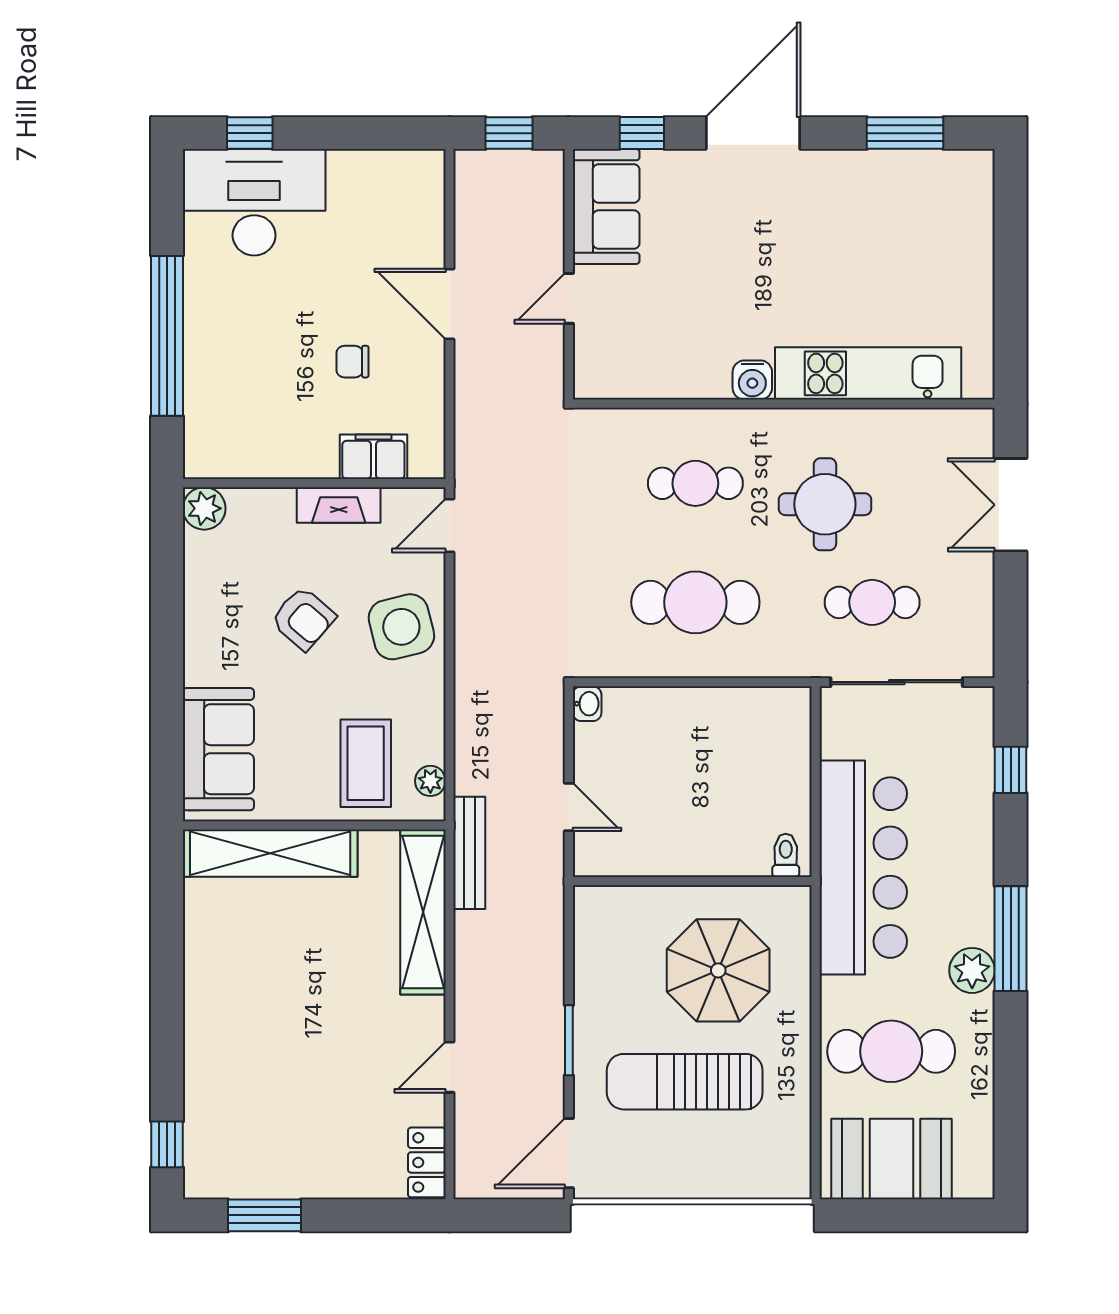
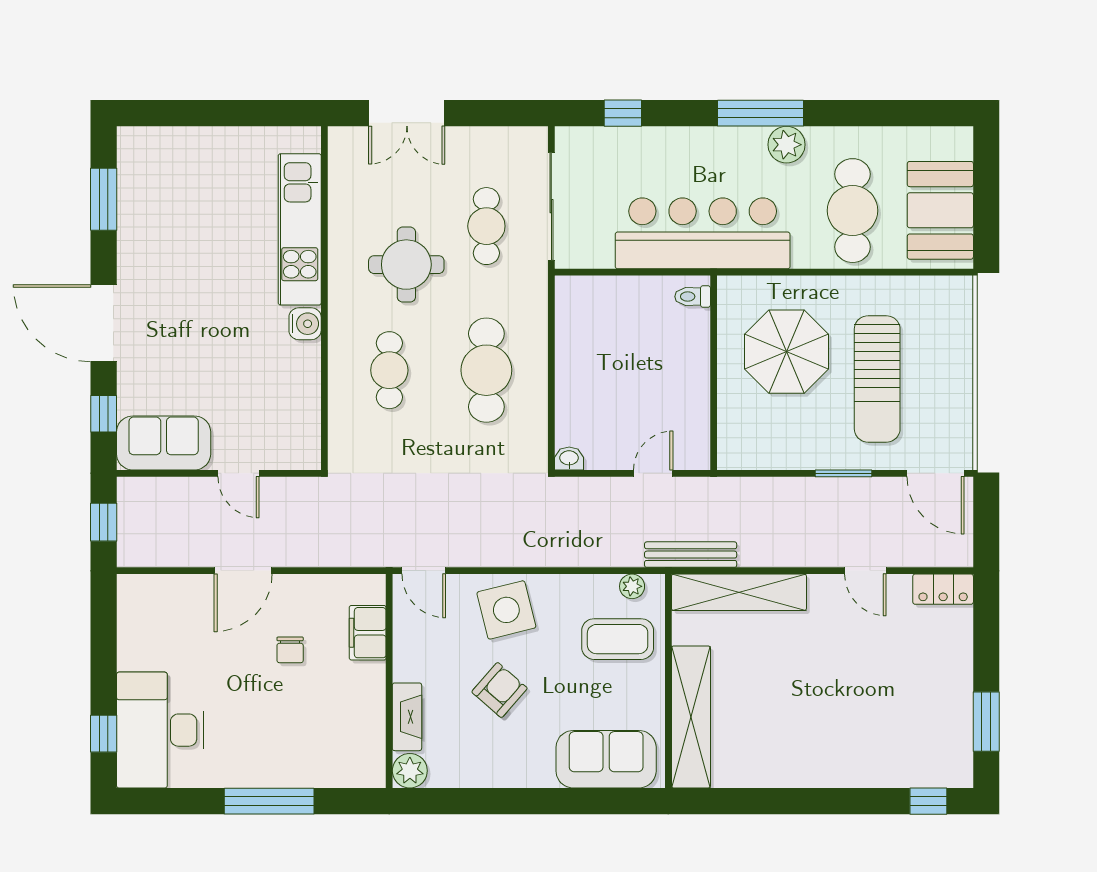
window: (167, 336) -> (269, 801), width x0.68
fireplace: (339, 505) -> (407, 717), moved

